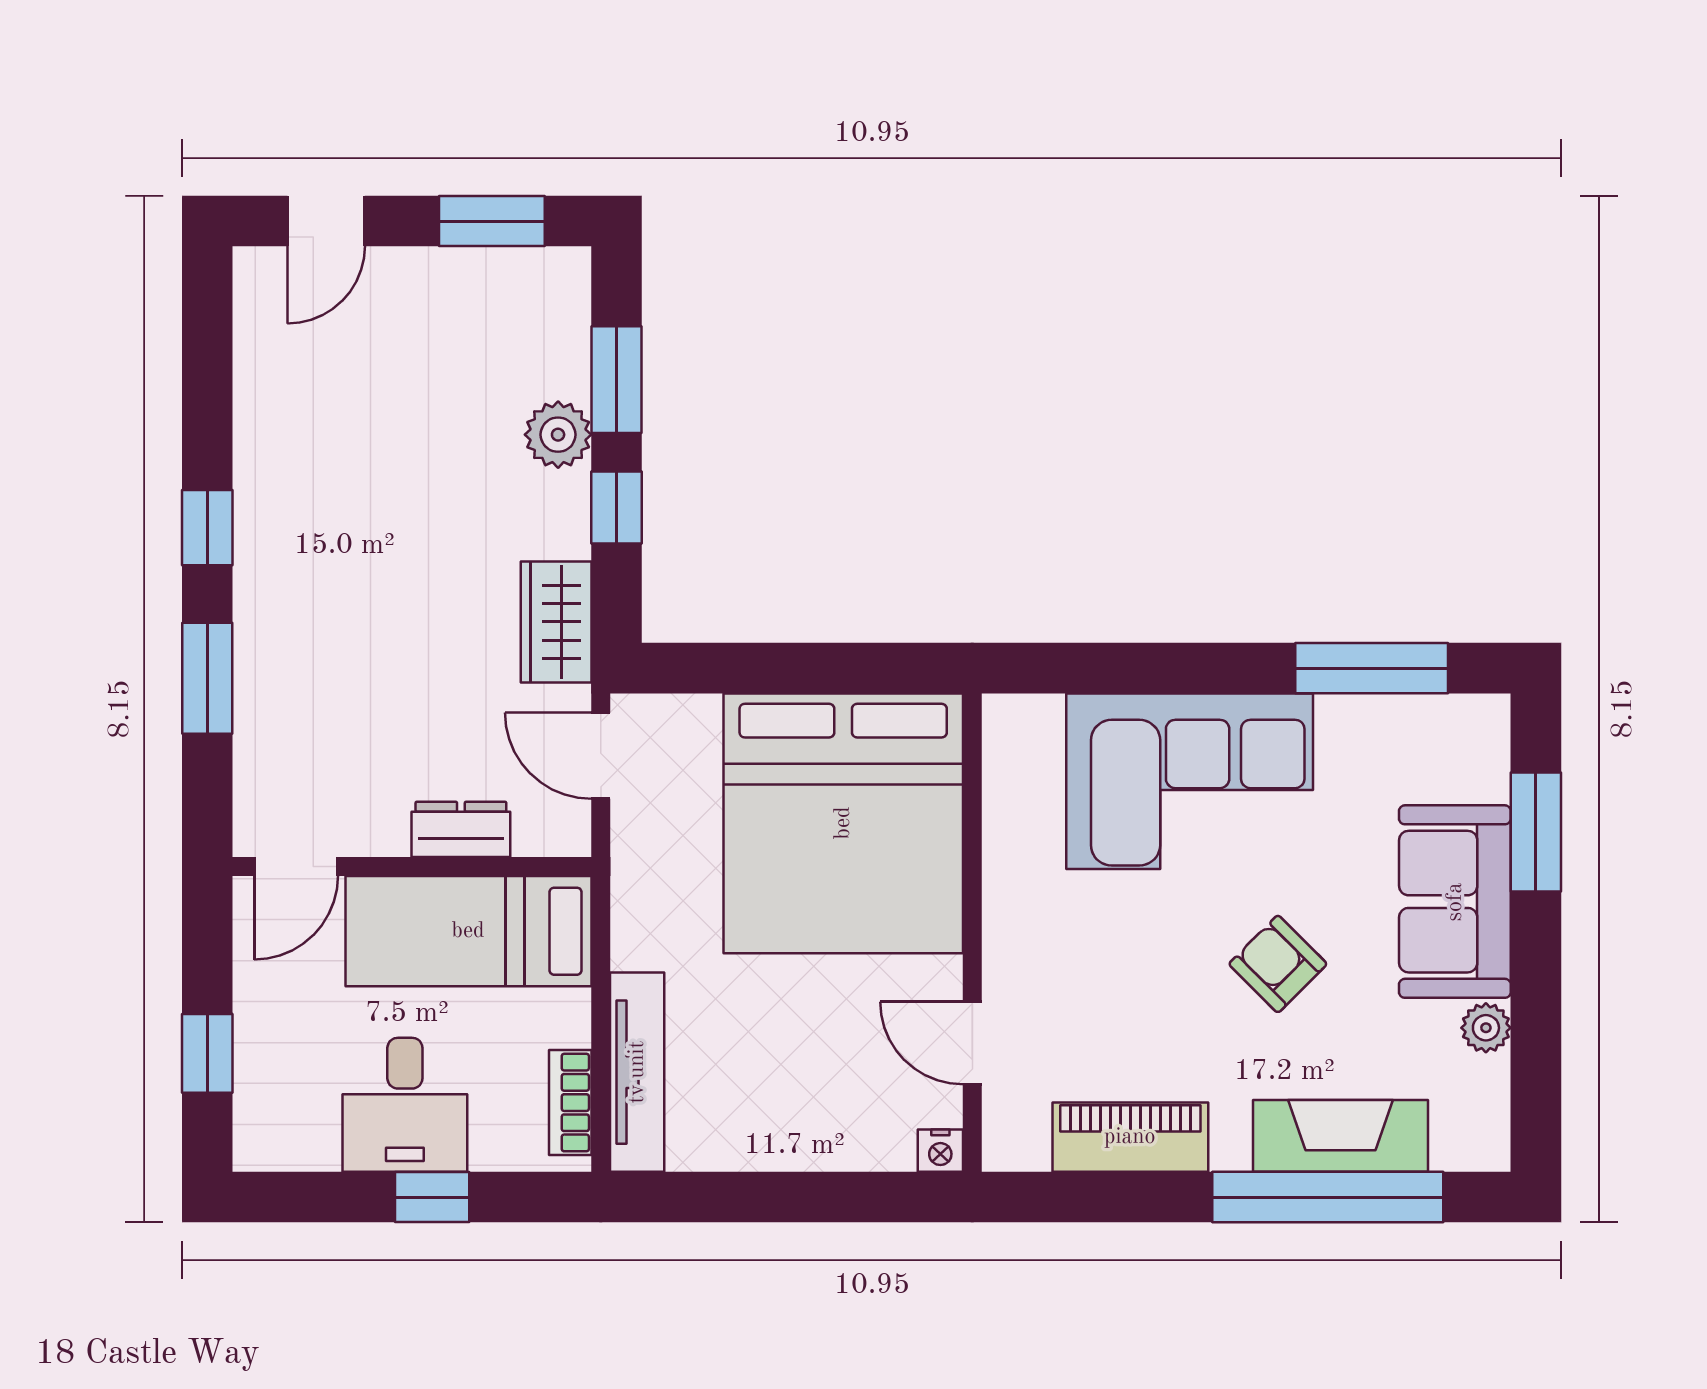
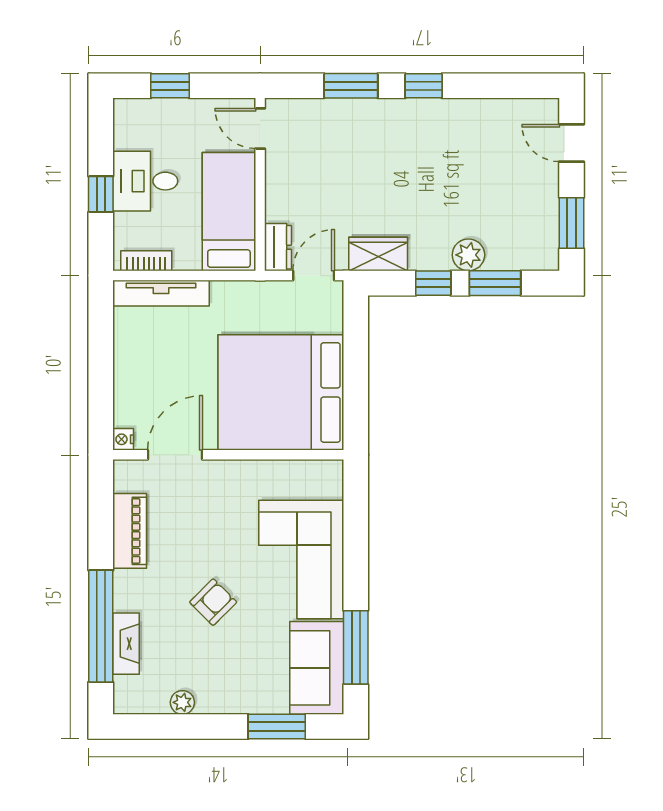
dresser: (461, 829) -> (278, 247), moved
sofa: (1455, 902) -> (317, 668), moved, turned -90
door: (972, 1043) -> (175, 455), width x1.38
fireplace: (1340, 1136) -> (126, 644), width x0.73, depth x0.76

